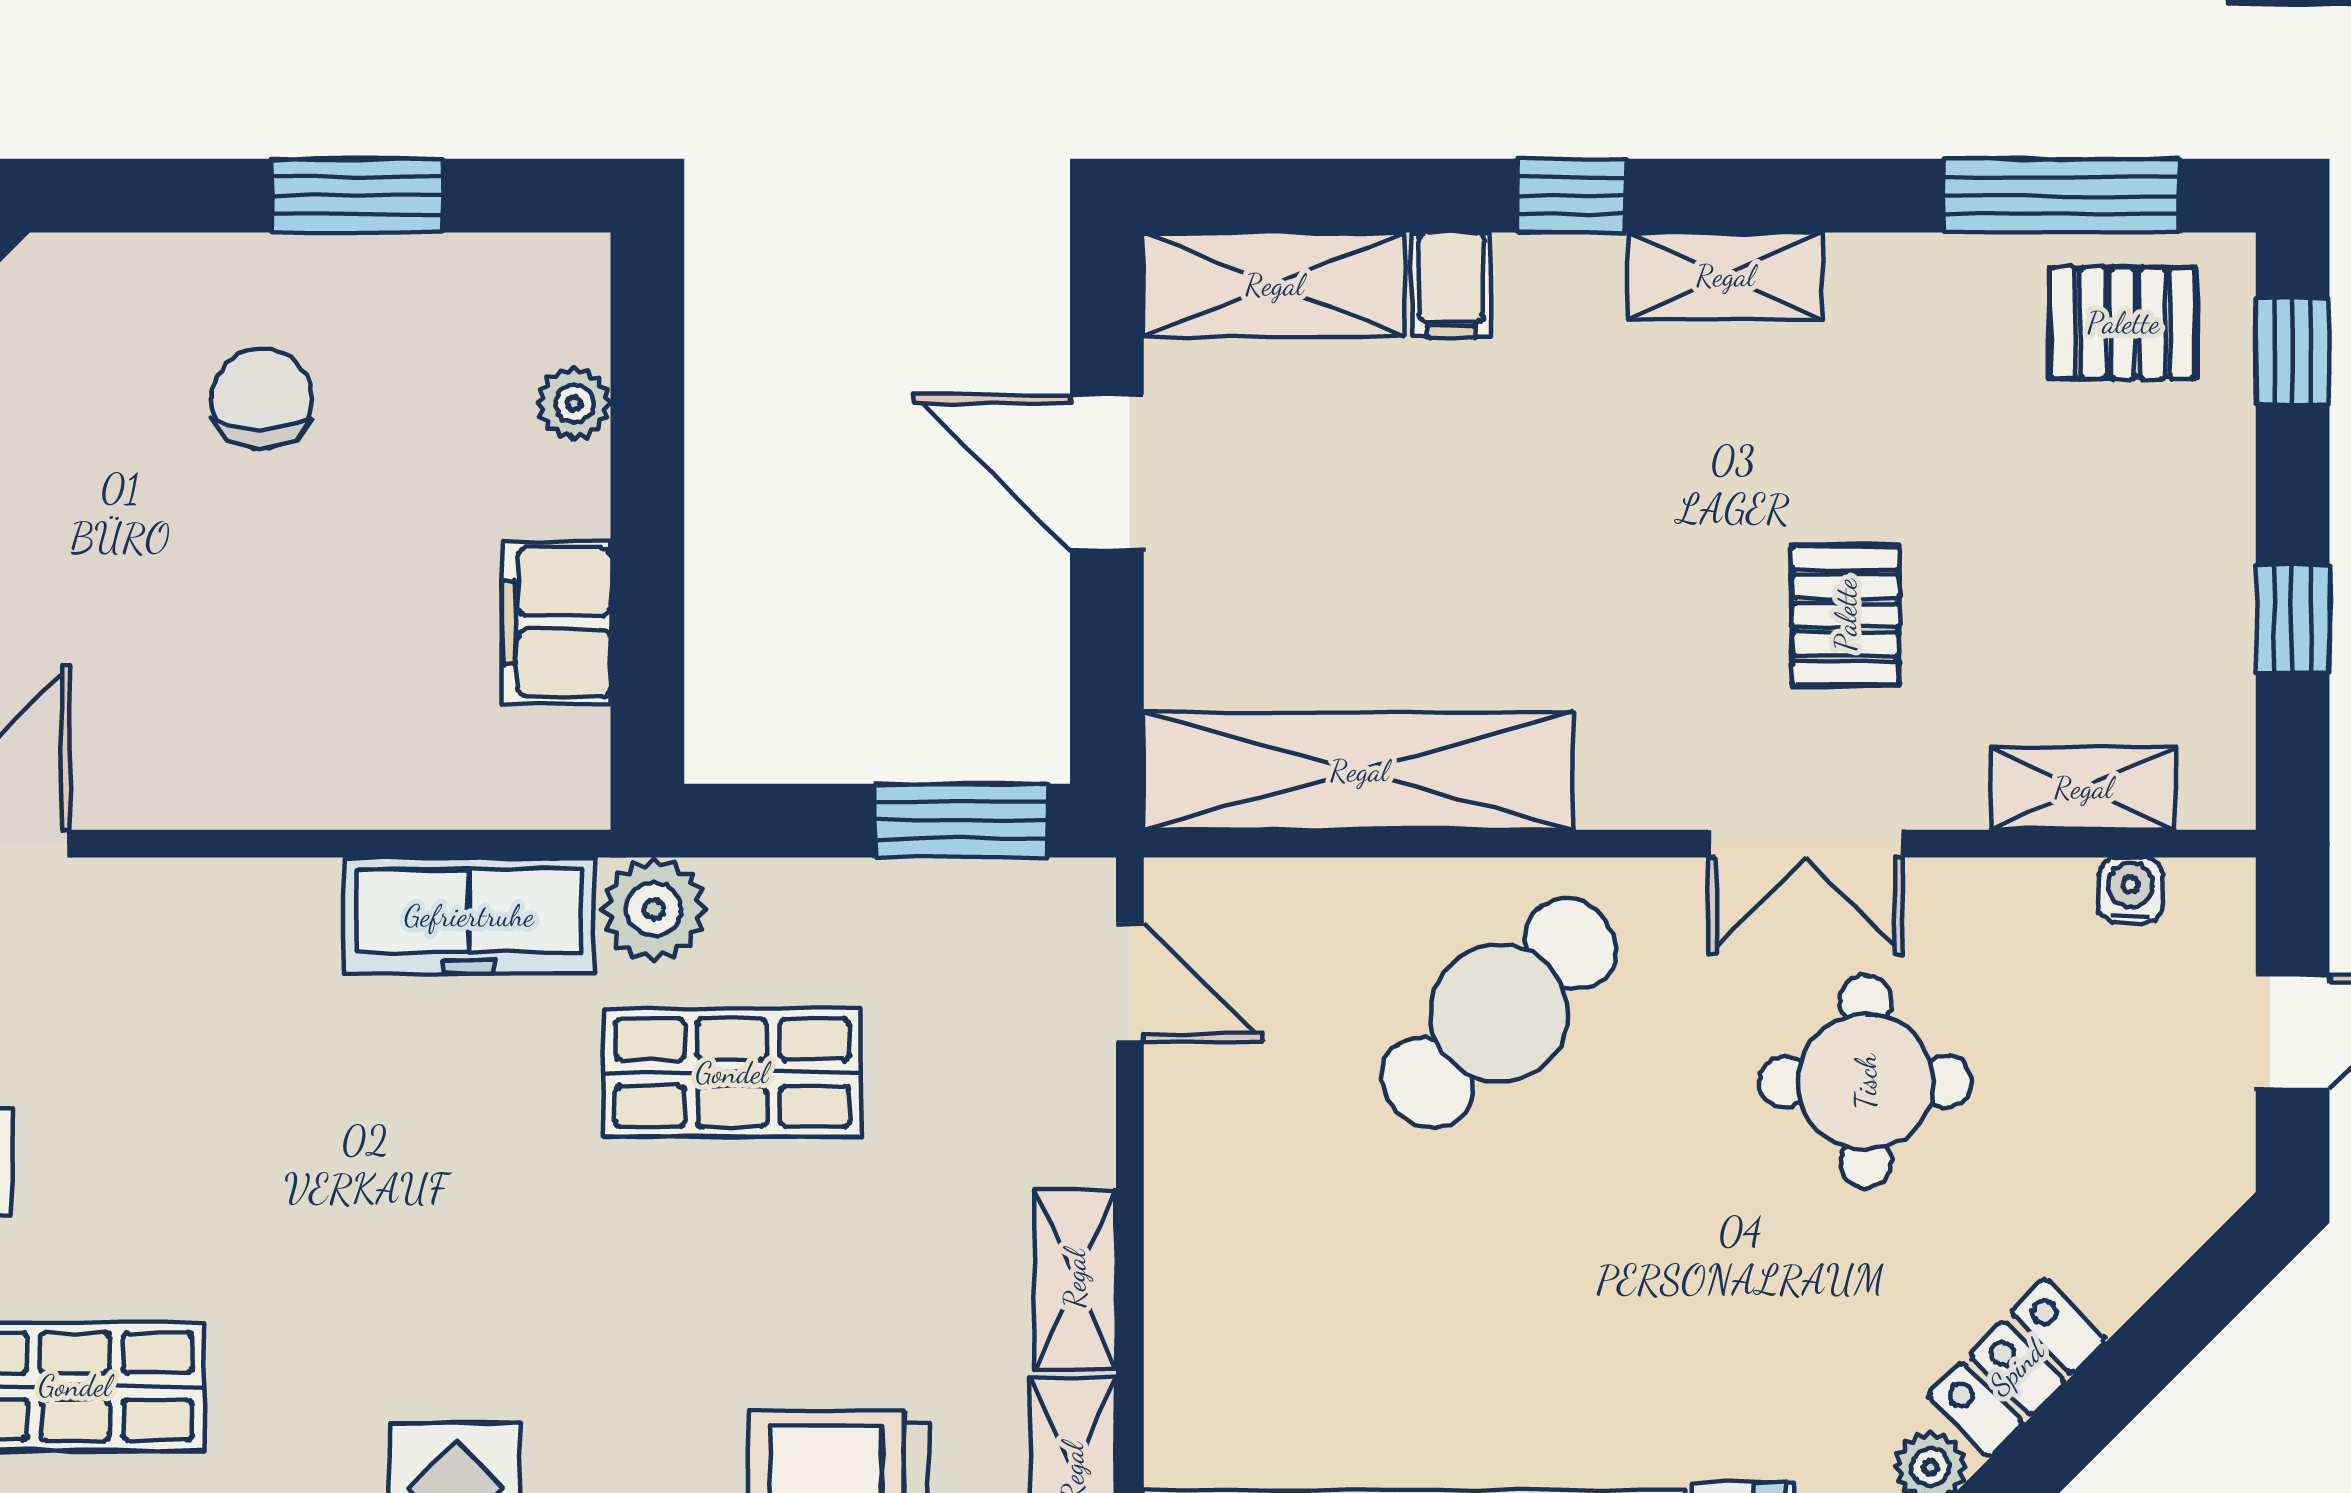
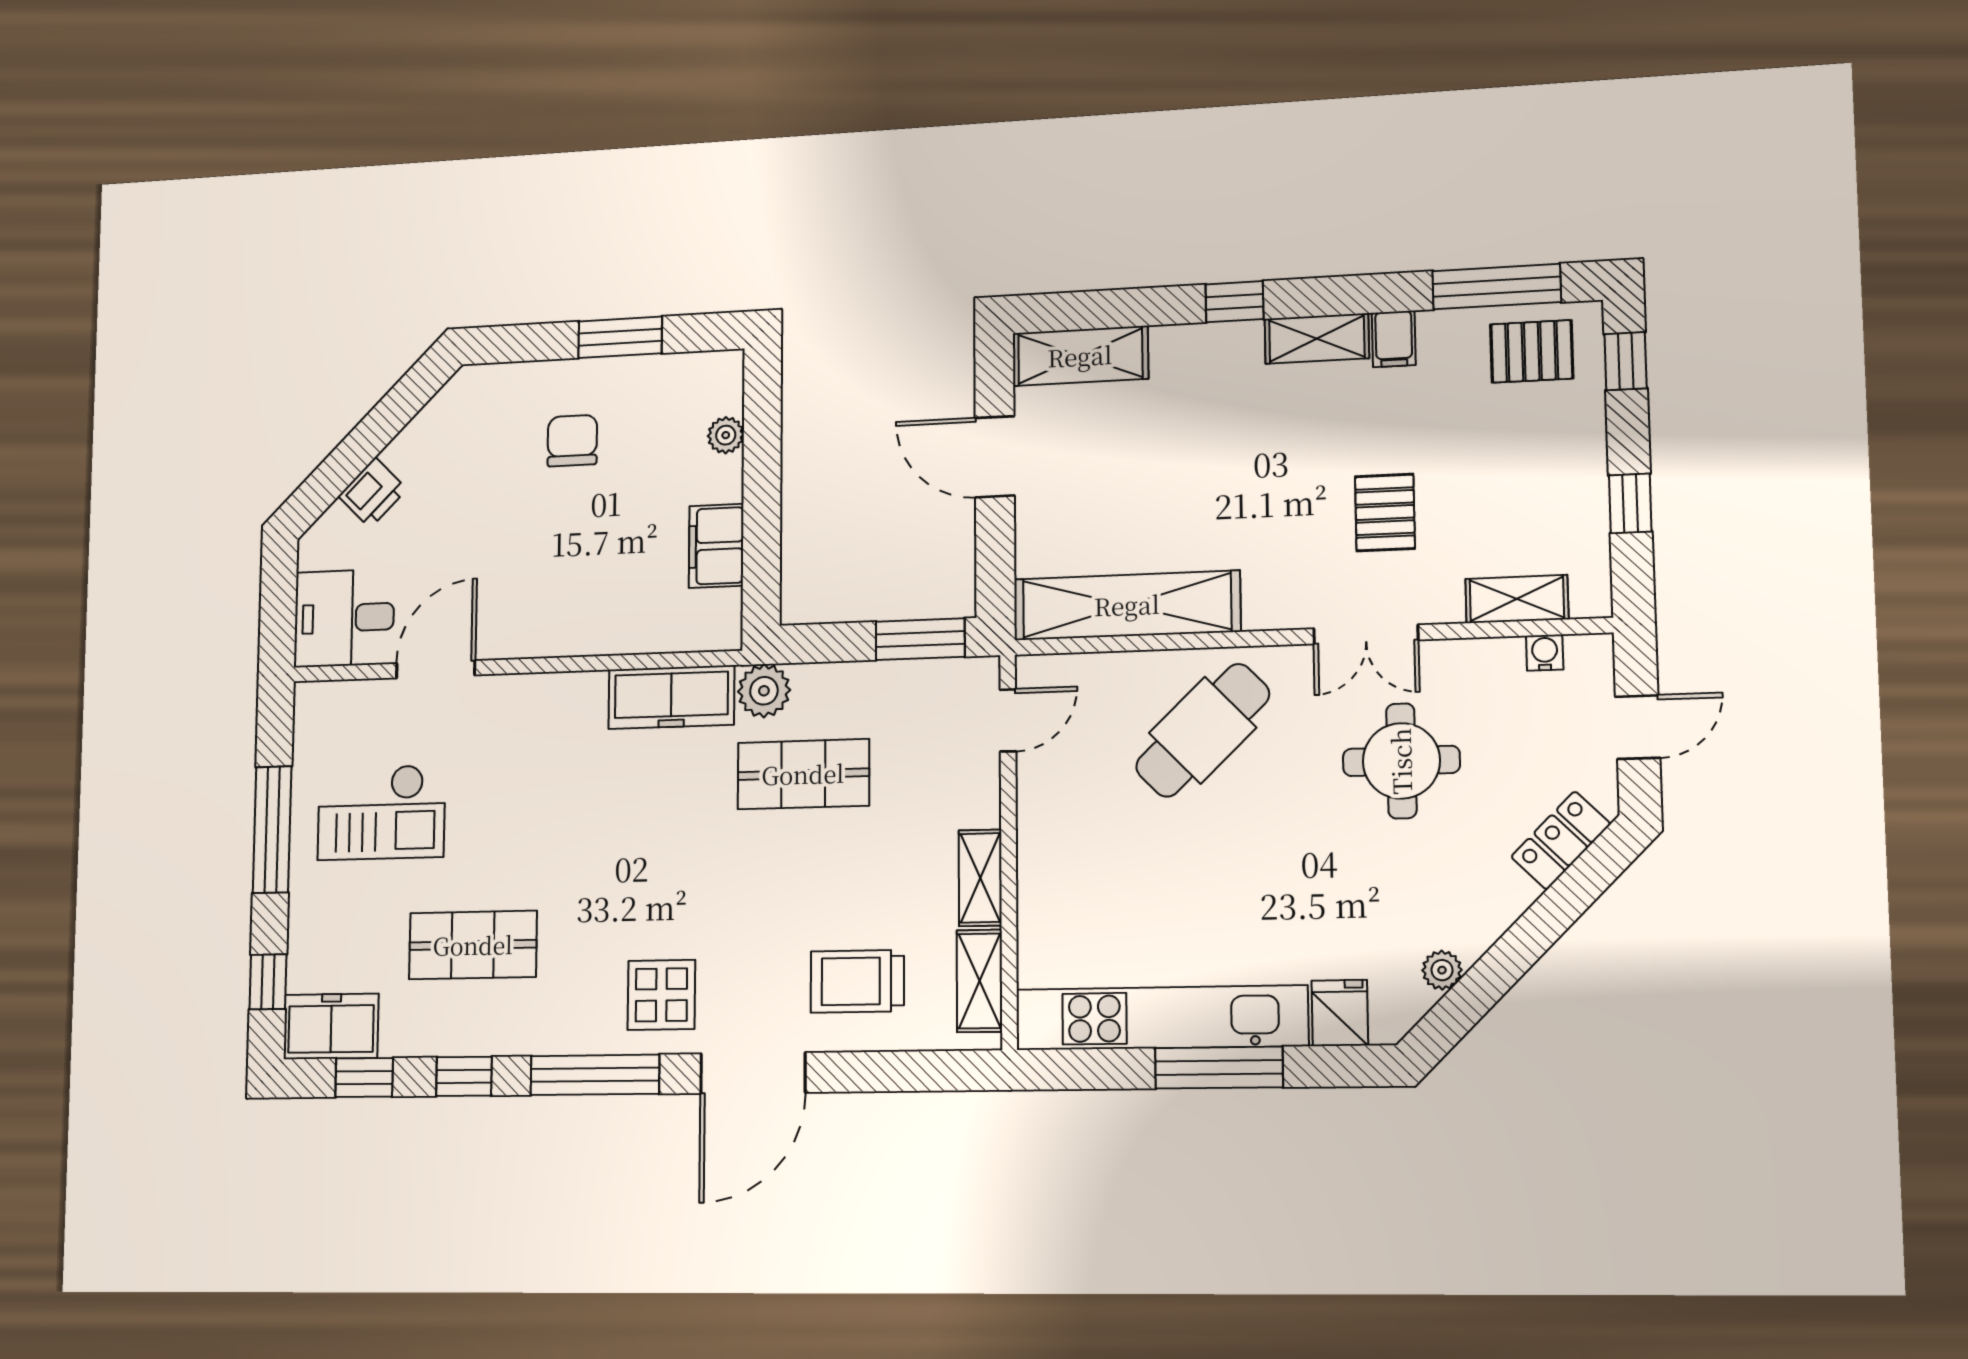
filing cabinet: (1451, 285) -> (1394, 339), moved
door: (1130, 982) -> (1008, 720), hinge flipped
locker: (2017, 1368) -> (1561, 840), moved

